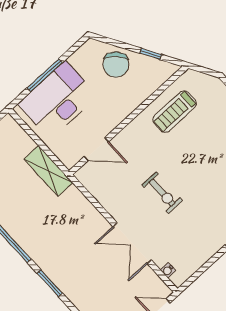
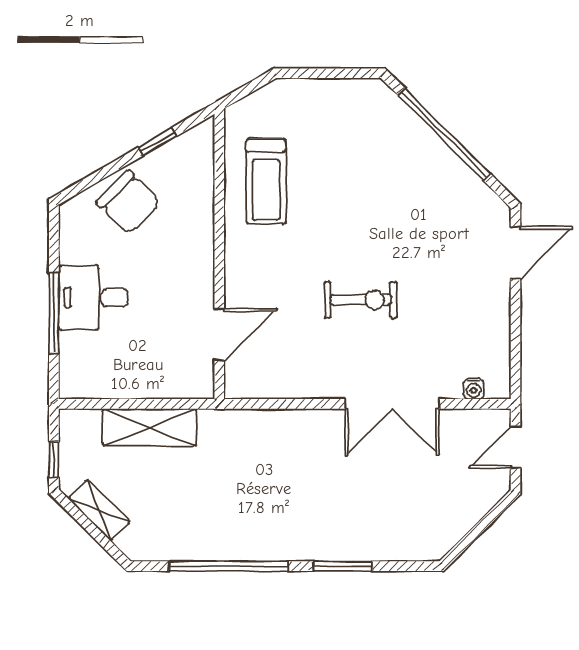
desk: (58, 100) -> (93, 298), width x0.53, depth x0.77
shelving: (48, 171) -> (149, 427), moved

